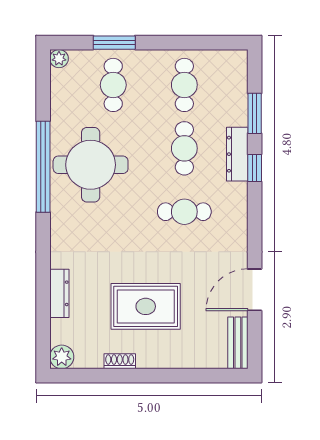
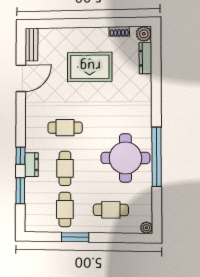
window: (114, 43) -> (75, 237), moved
cafe table: (113, 85) -> (111, 210), turned 90
dresser: (237, 154) -> (31, 165), width x0.70
dresser: (59, 293) -> (145, 58), moved
shoe rack: (120, 361) -> (119, 31), moved

